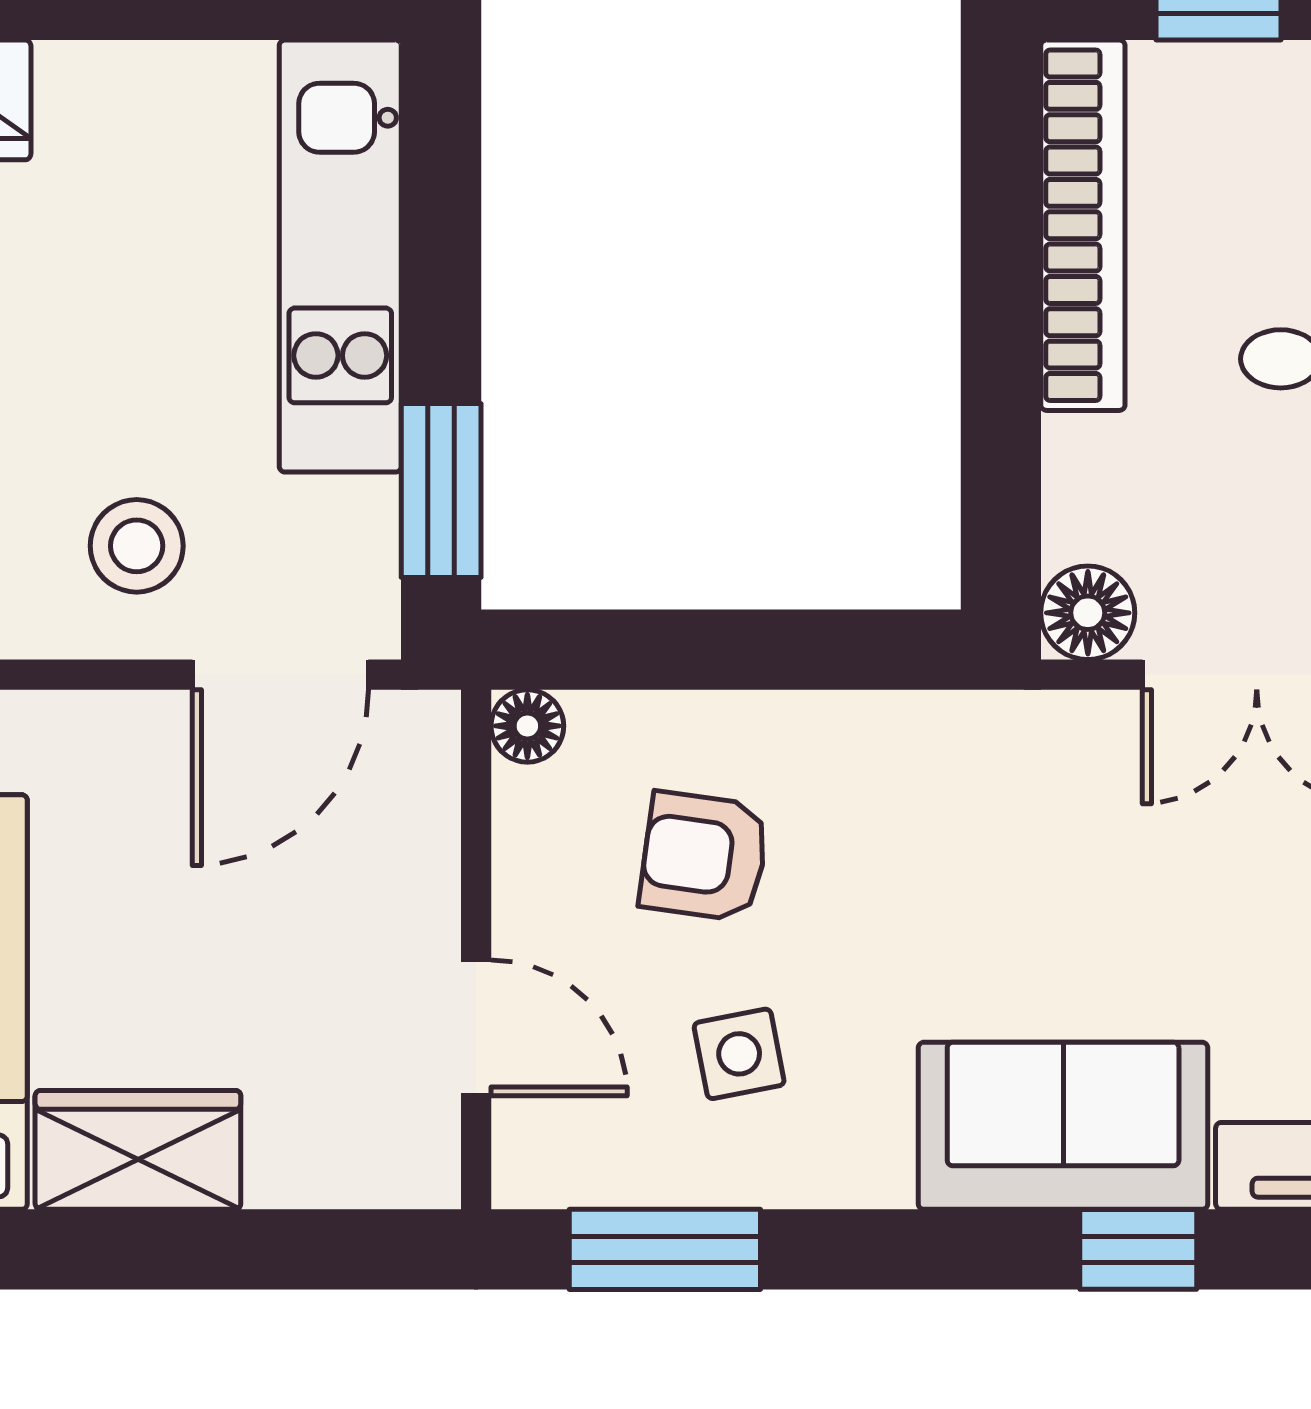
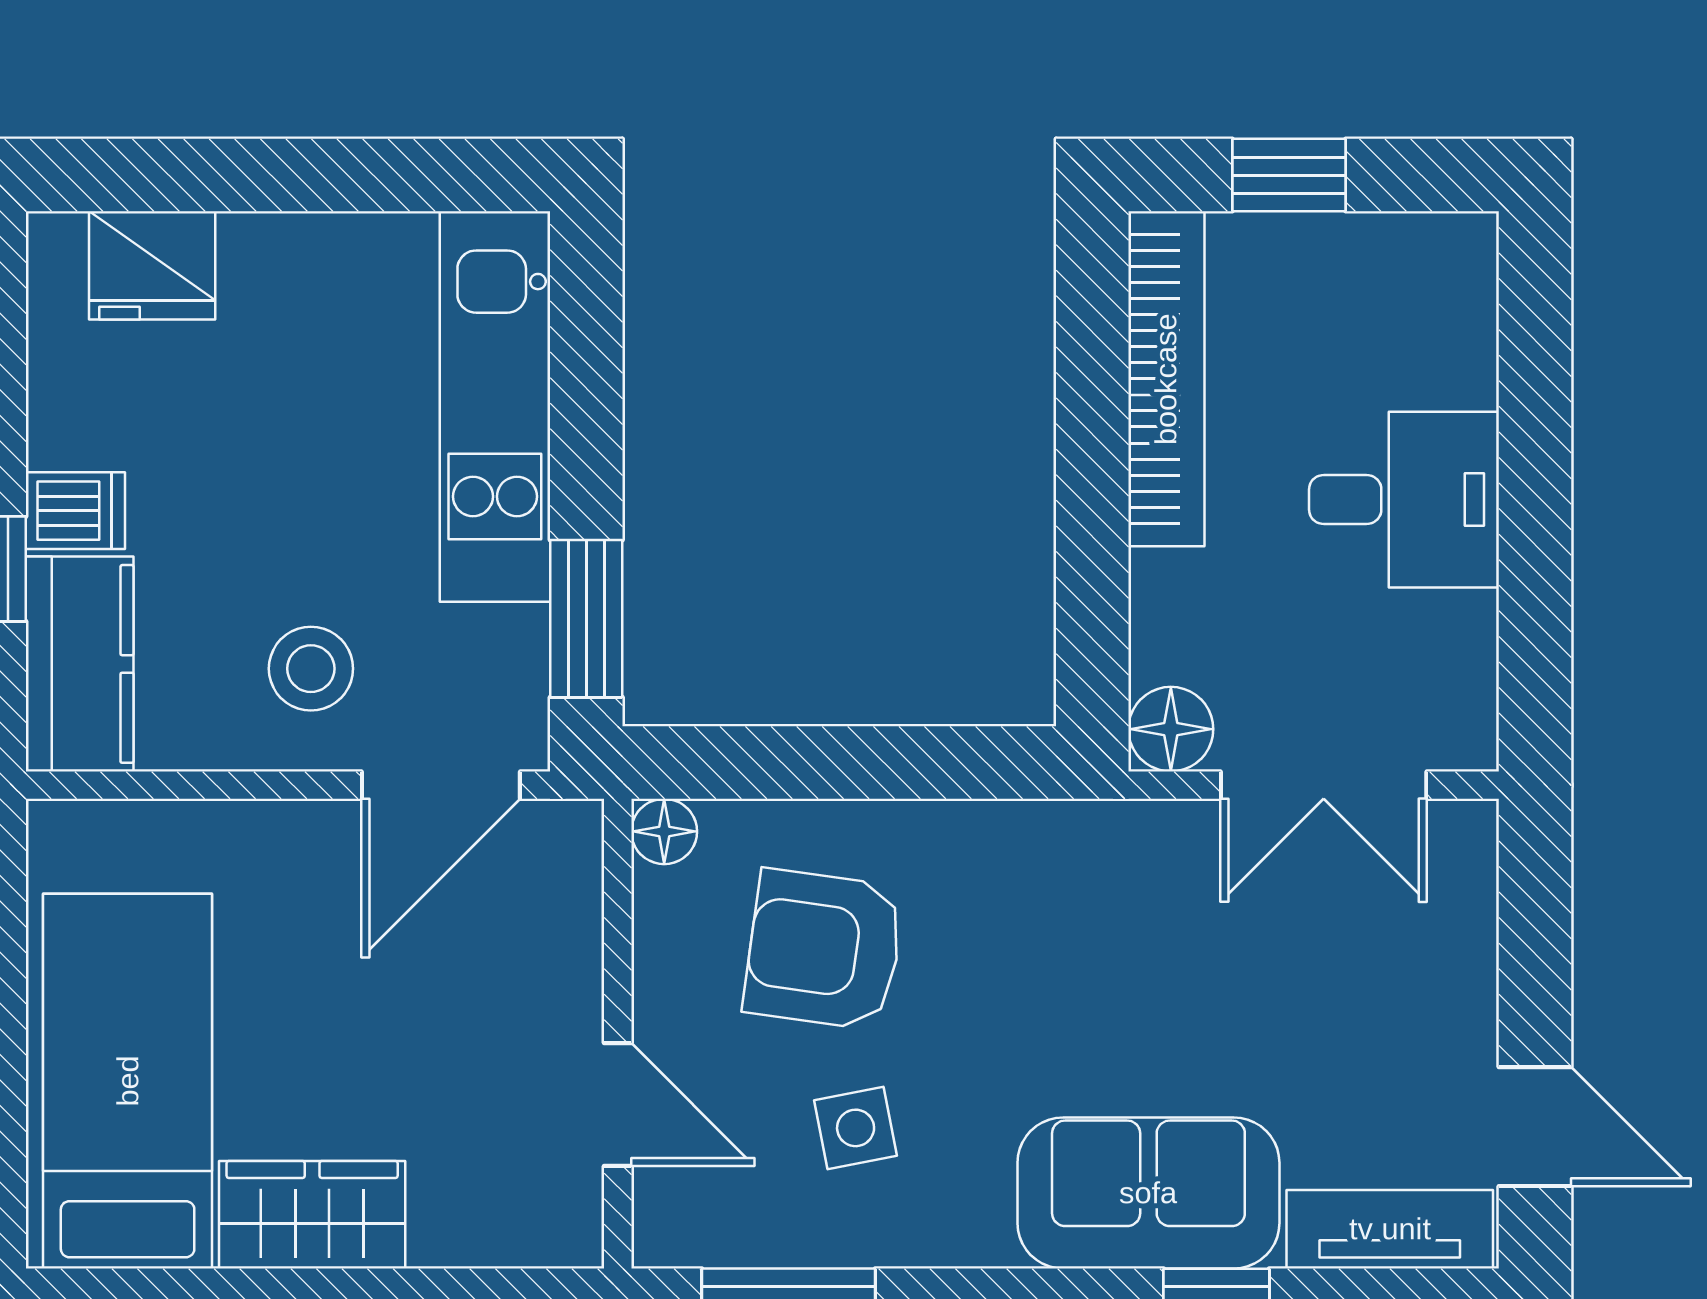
armchair: (704, 857) -> (824, 949), width x1.38, depth x1.38

